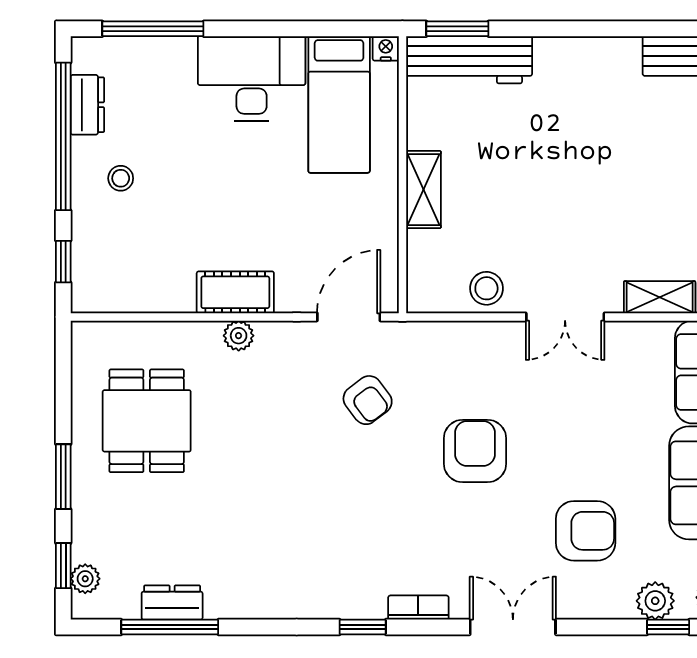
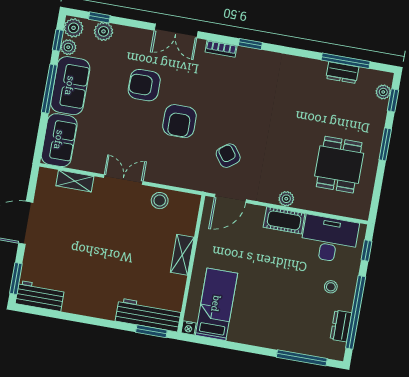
desk: (252, 78) -> (329, 239), moved, turned 180
armchair: (586, 531) -> (144, 85), moved

